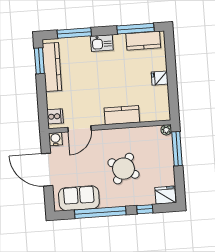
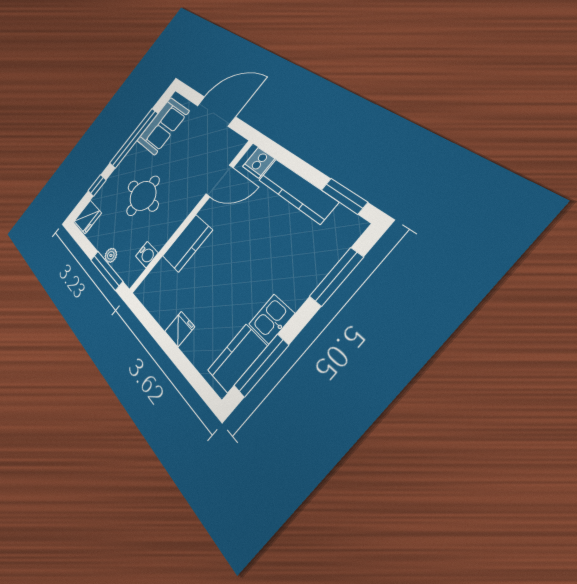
kitchen sink: (102, 43) -> (272, 319), moved
kitchen counter: (52, 67) -> (297, 191), moved
door: (80, 129) -> (220, 181), swing flipped
plant: (166, 130) -> (111, 255), moved
water cooler: (55, 139) -> (147, 255), moved
round table: (123, 169) -> (143, 196), turned -31

